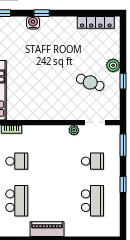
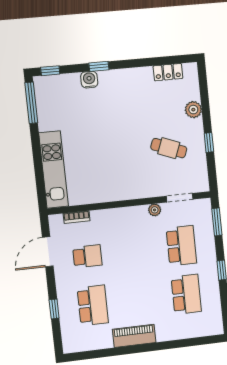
locker: (96, 22) -> (168, 72), width x0.66
plant: (113, 65) -> (193, 110), moved
school desk: (92, 161) -> (181, 246), width x1.85

